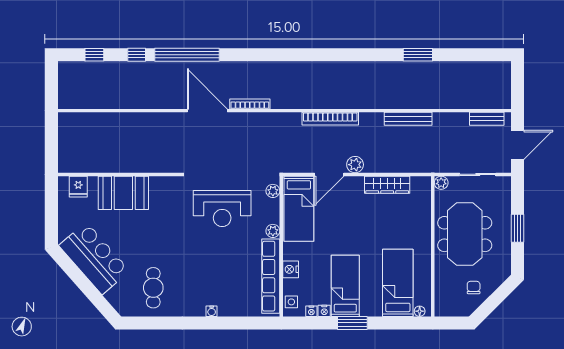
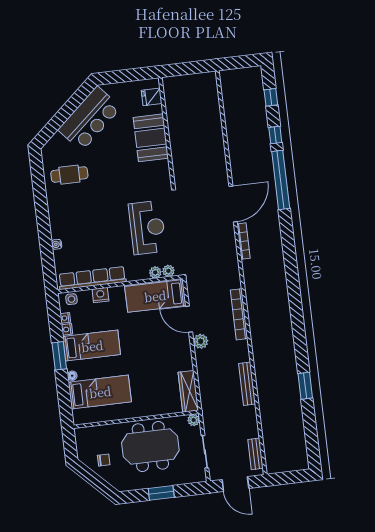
wardrobe: (387, 185) -> (188, 391), moved
reception desk: (222, 209) -> (147, 228), turned 180
plant: (273, 231) -> (155, 272), moved
water cooler: (212, 311) -> (57, 244), moved
floor lamp: (420, 311) -> (72, 376), moved

